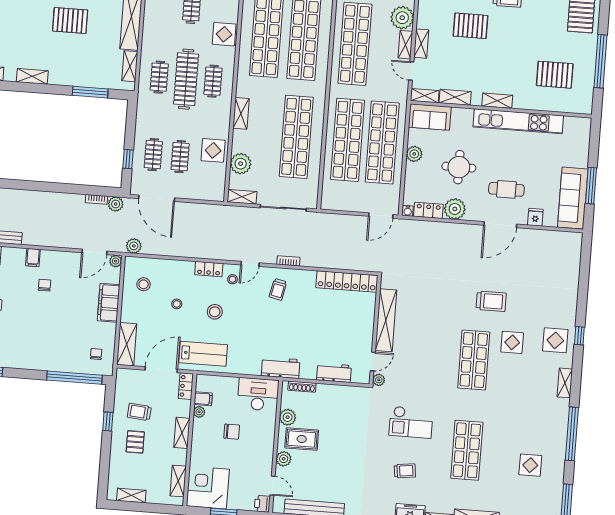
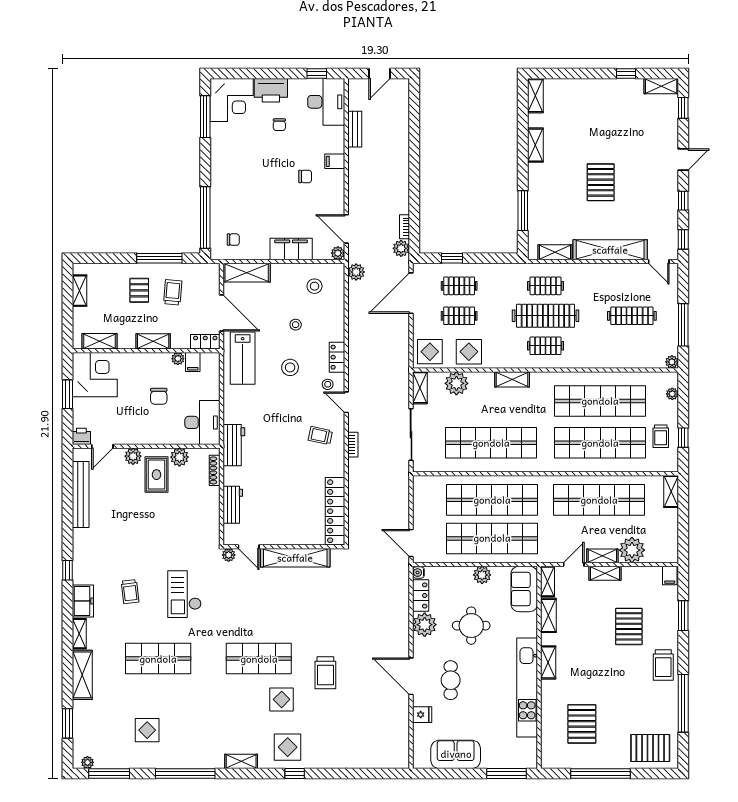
display table: (224, 34) -> (430, 352), moved
window: (591, 186) -> (506, 774), moved
sofa: (573, 198) -> (456, 754), width x0.73
window: (108, 421) -> (159, 258), width x2.17
pallet: (135, 442) -> (139, 290), turned 90

